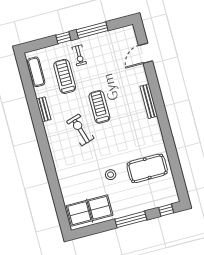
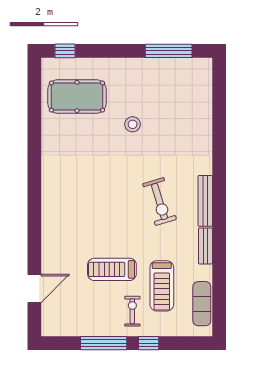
bench: (149, 101) -> (205, 201), moved
treadmill: (99, 107) -> (112, 269), moved, turned 90
pool table: (147, 168) -> (77, 97), moved
table tennis table: (90, 210) -> (177, 80), removed
window: (131, 219) -> (169, 51), moved

